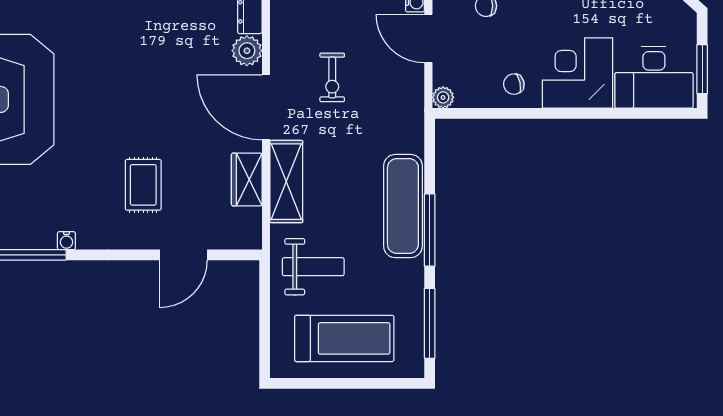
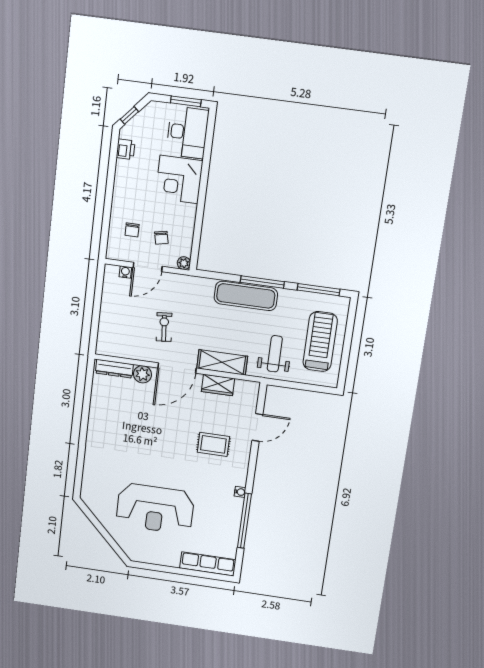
exercise bike: (332, 77) -> (164, 327), turned -95
chair: (514, 84) -> (161, 238), moved
door: (184, 255) -> (257, 427), hinge flipped

